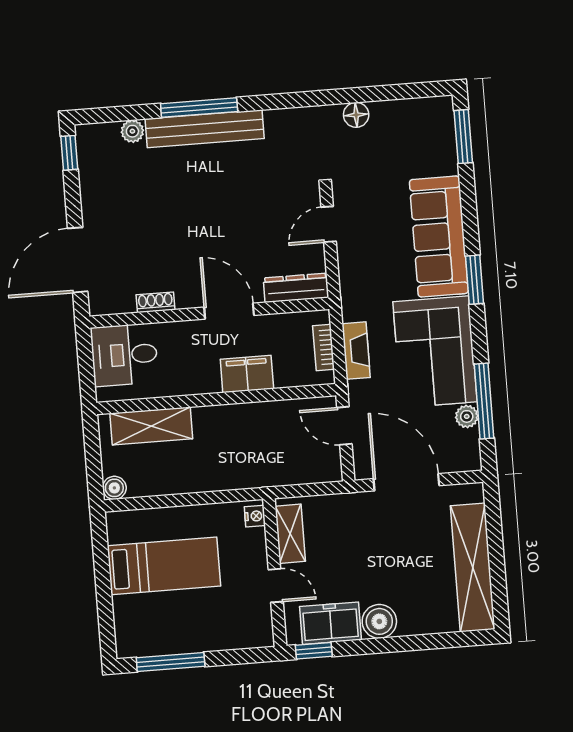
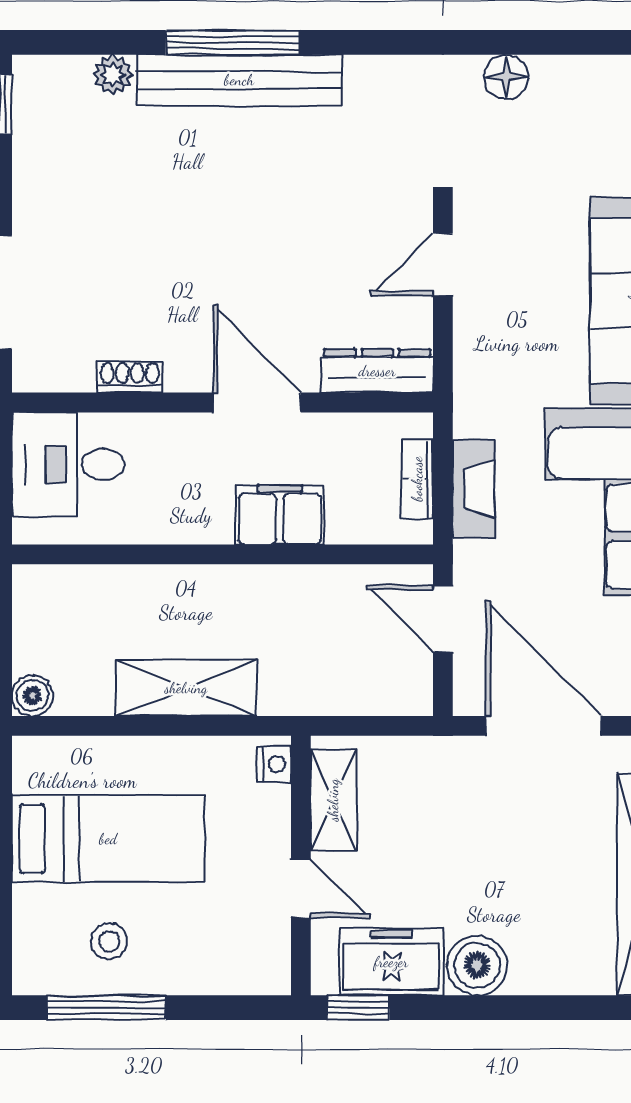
shelving: (151, 426) -> (186, 688), moved
stool: (169, 624) -> (109, 941), added

